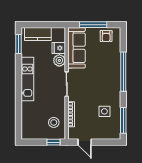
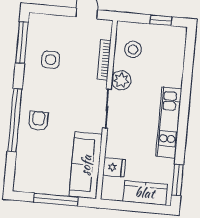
armchair: (106, 36) -> (38, 121), moved
plant: (59, 60) -> (121, 80), moved
window: (53, 142) -> (161, 20), moved

